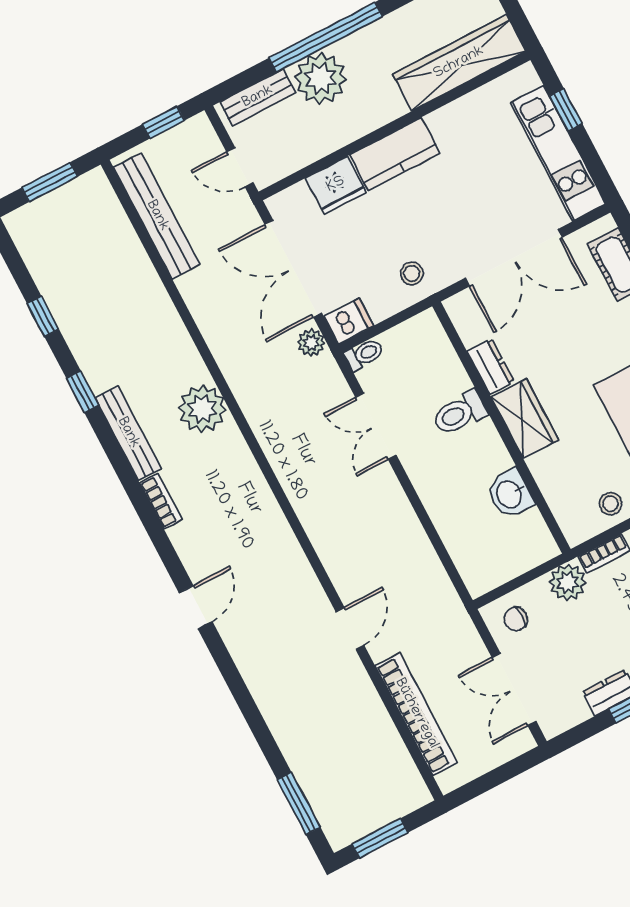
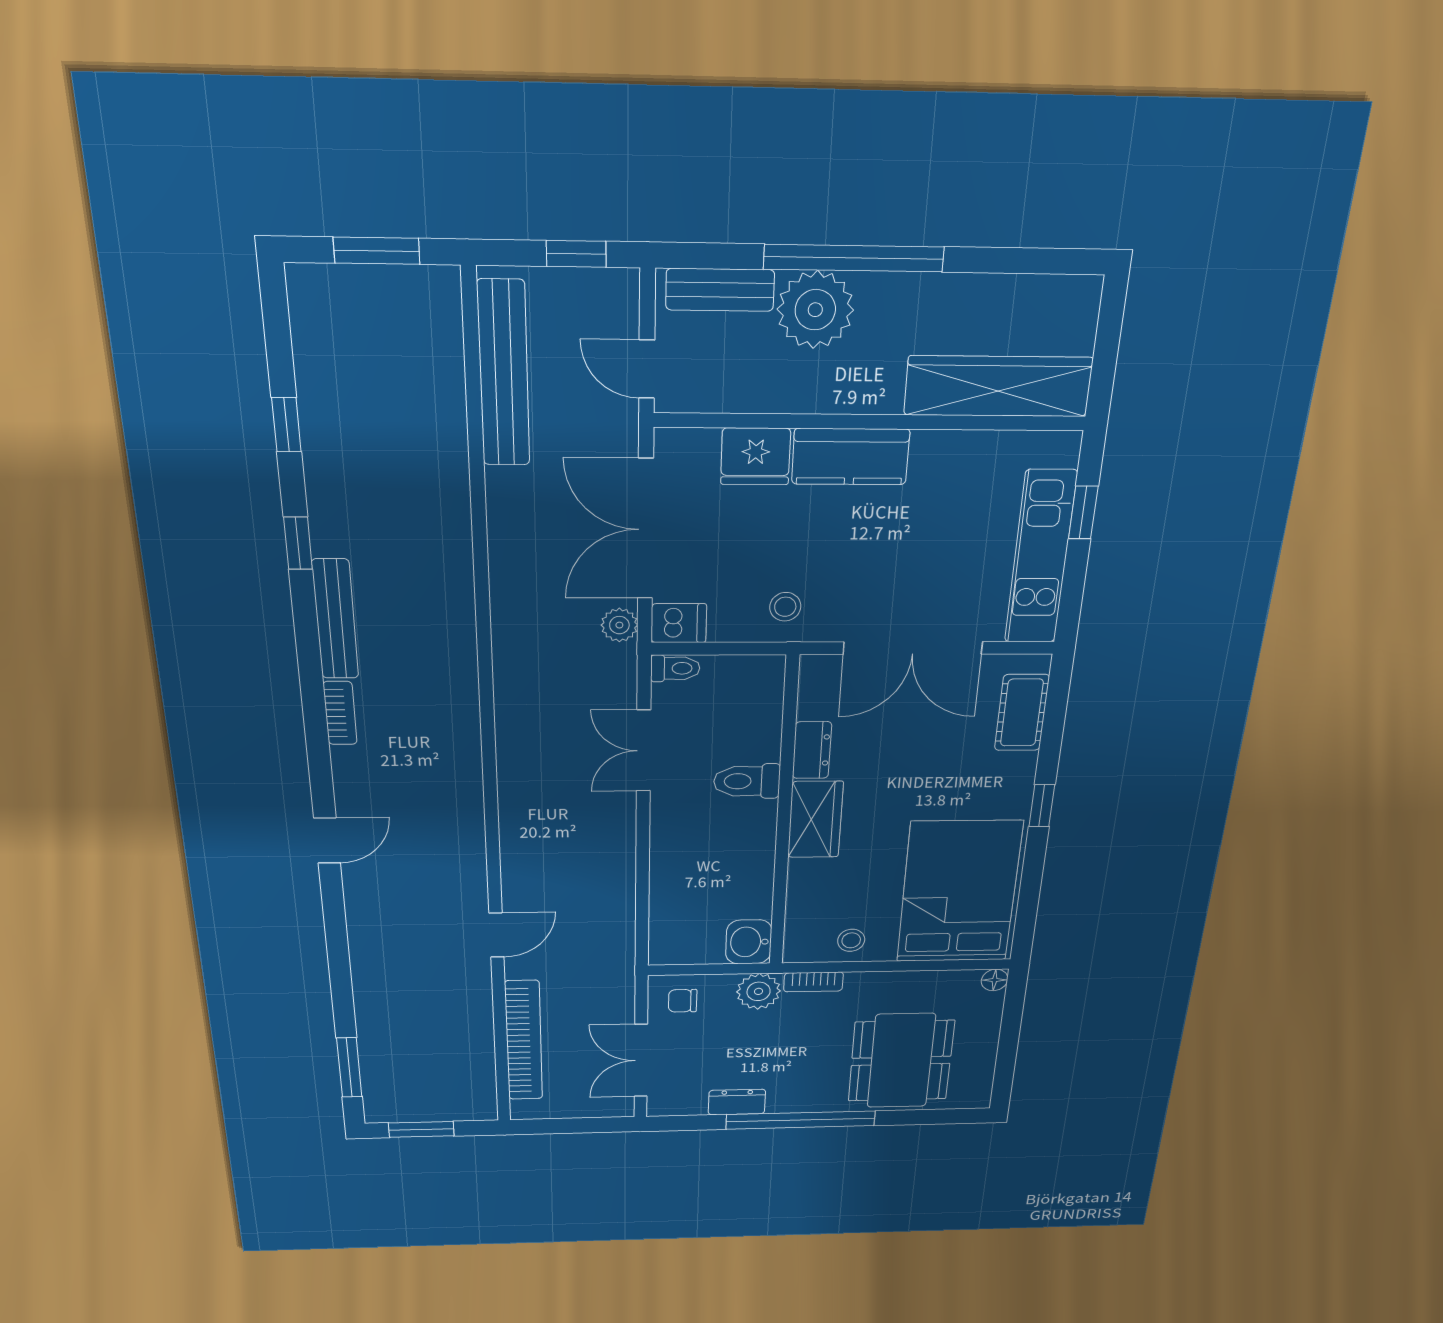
plant: (202, 409) -> (444, 635), removed
washbasin: (510, 494) -> (749, 942), moved

